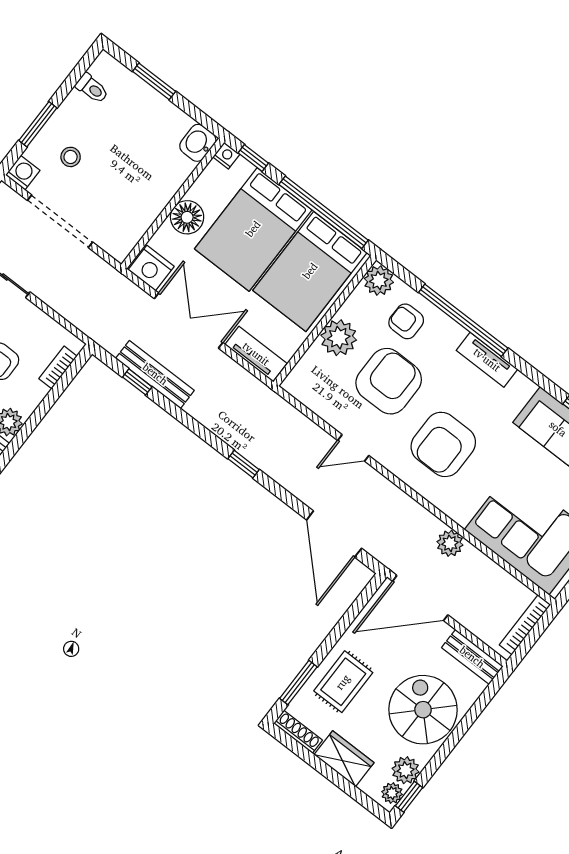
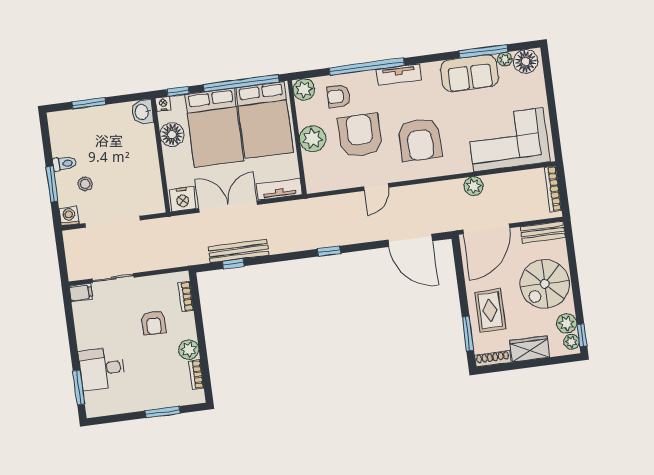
toilet: (92, 88) -> (64, 164), moved
floor lamp: (187, 217) -> (172, 135), moved
spiral stairs: (423, 710) -> (545, 284), turned -90

